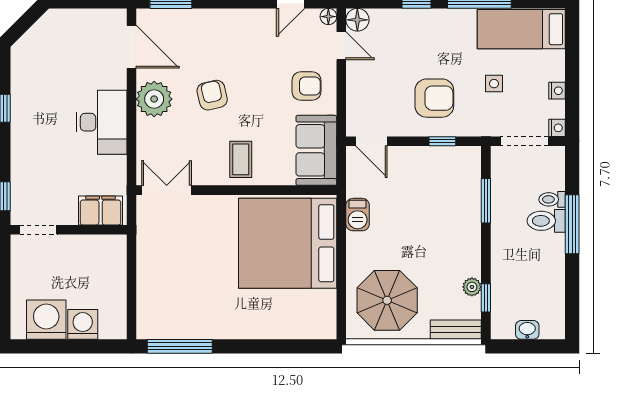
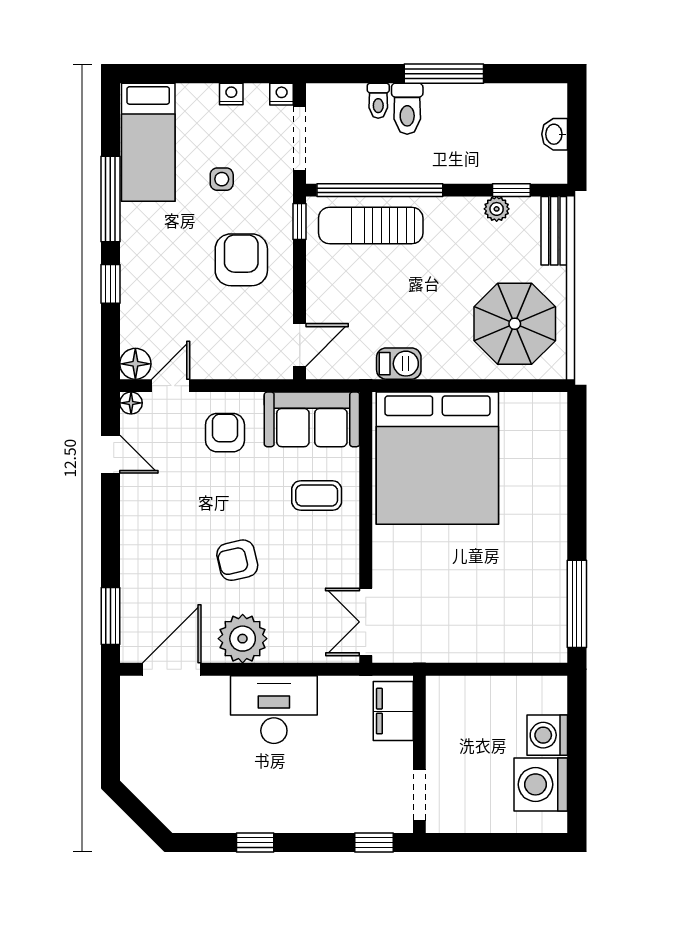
window: (442, 141) -> (300, 222), moved
coffee table: (241, 159) -> (317, 495), moved
sun lounger: (460, 194) -> (371, 225), added
window: (486, 201) -> (380, 190), width x2.11
window: (572, 224) -> (444, 74), moved

